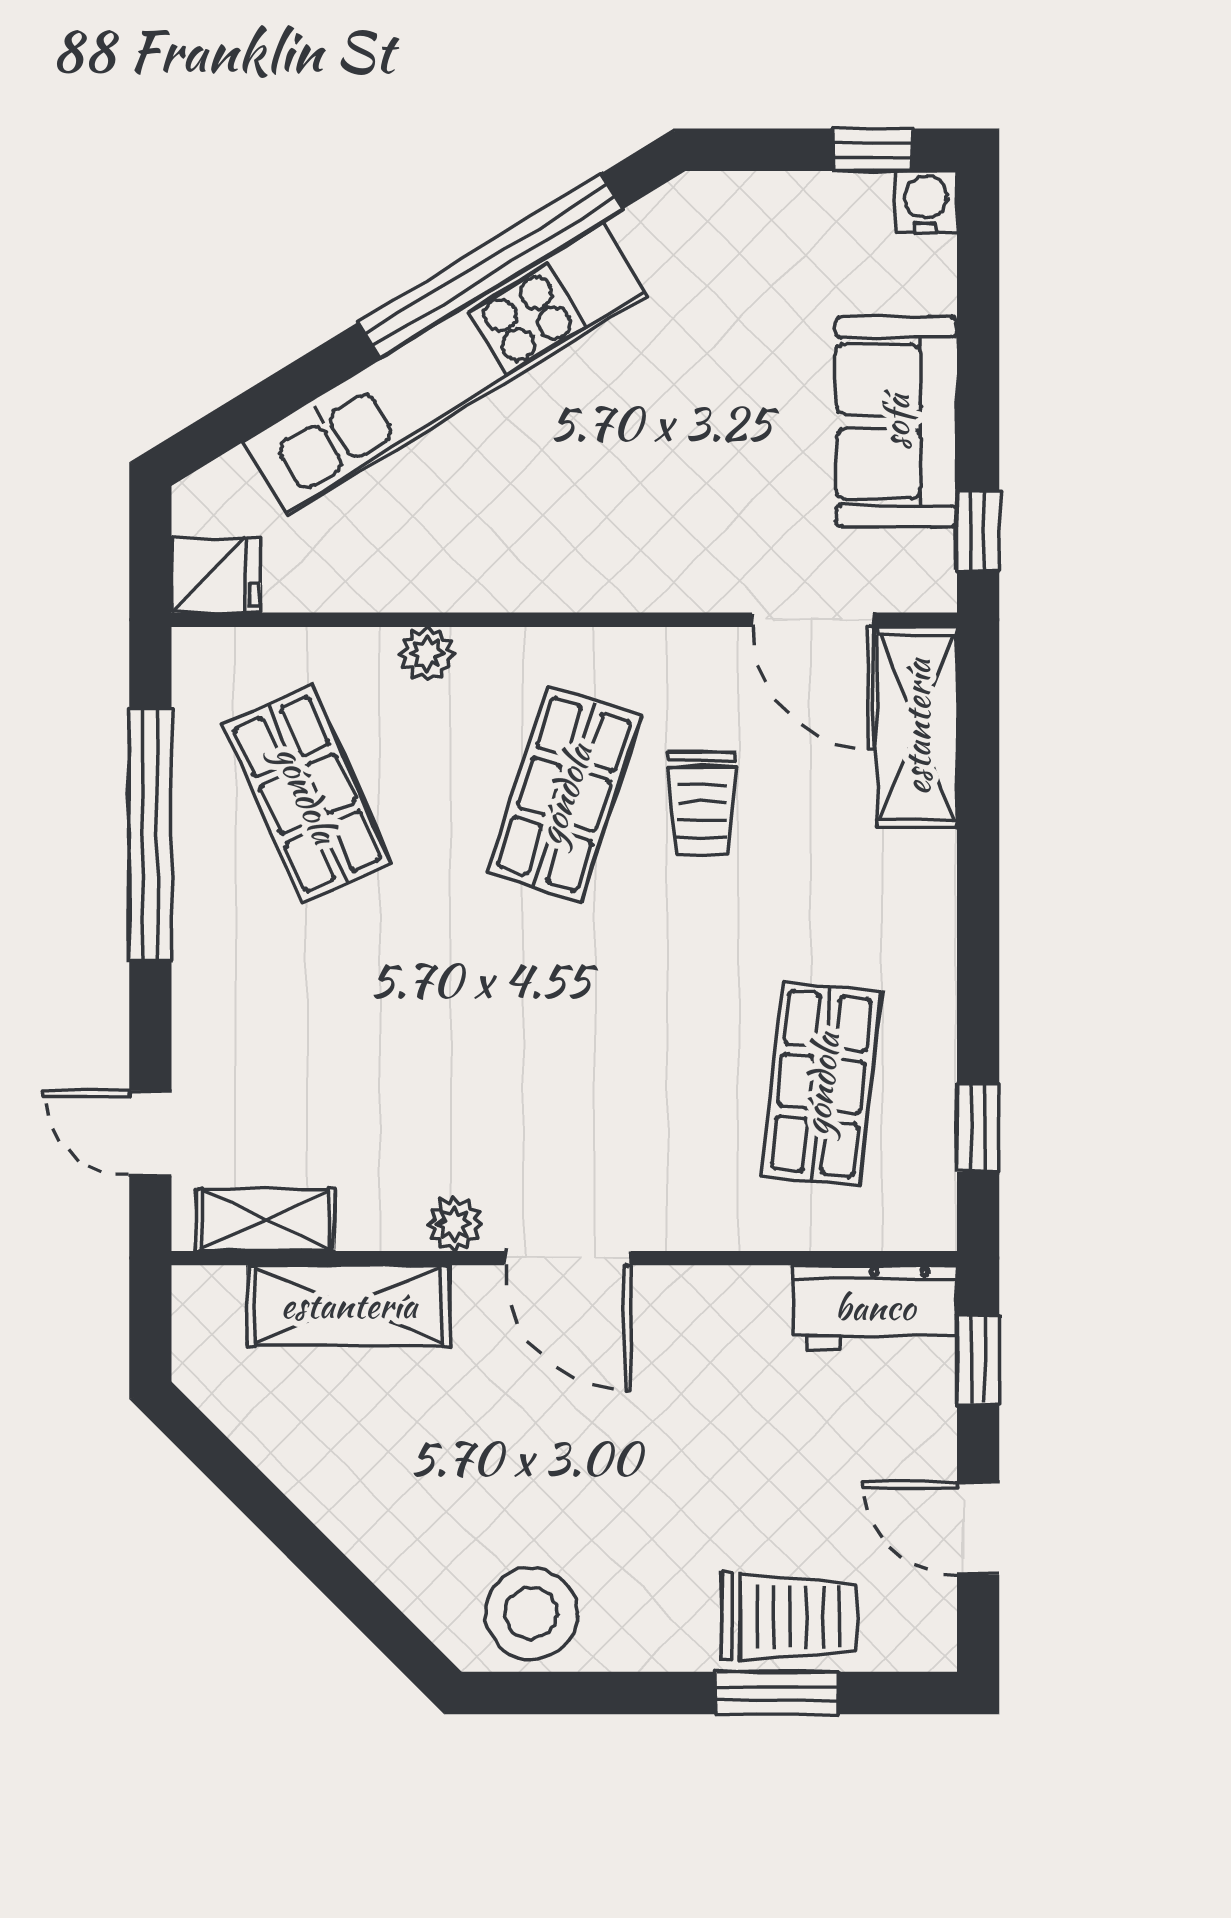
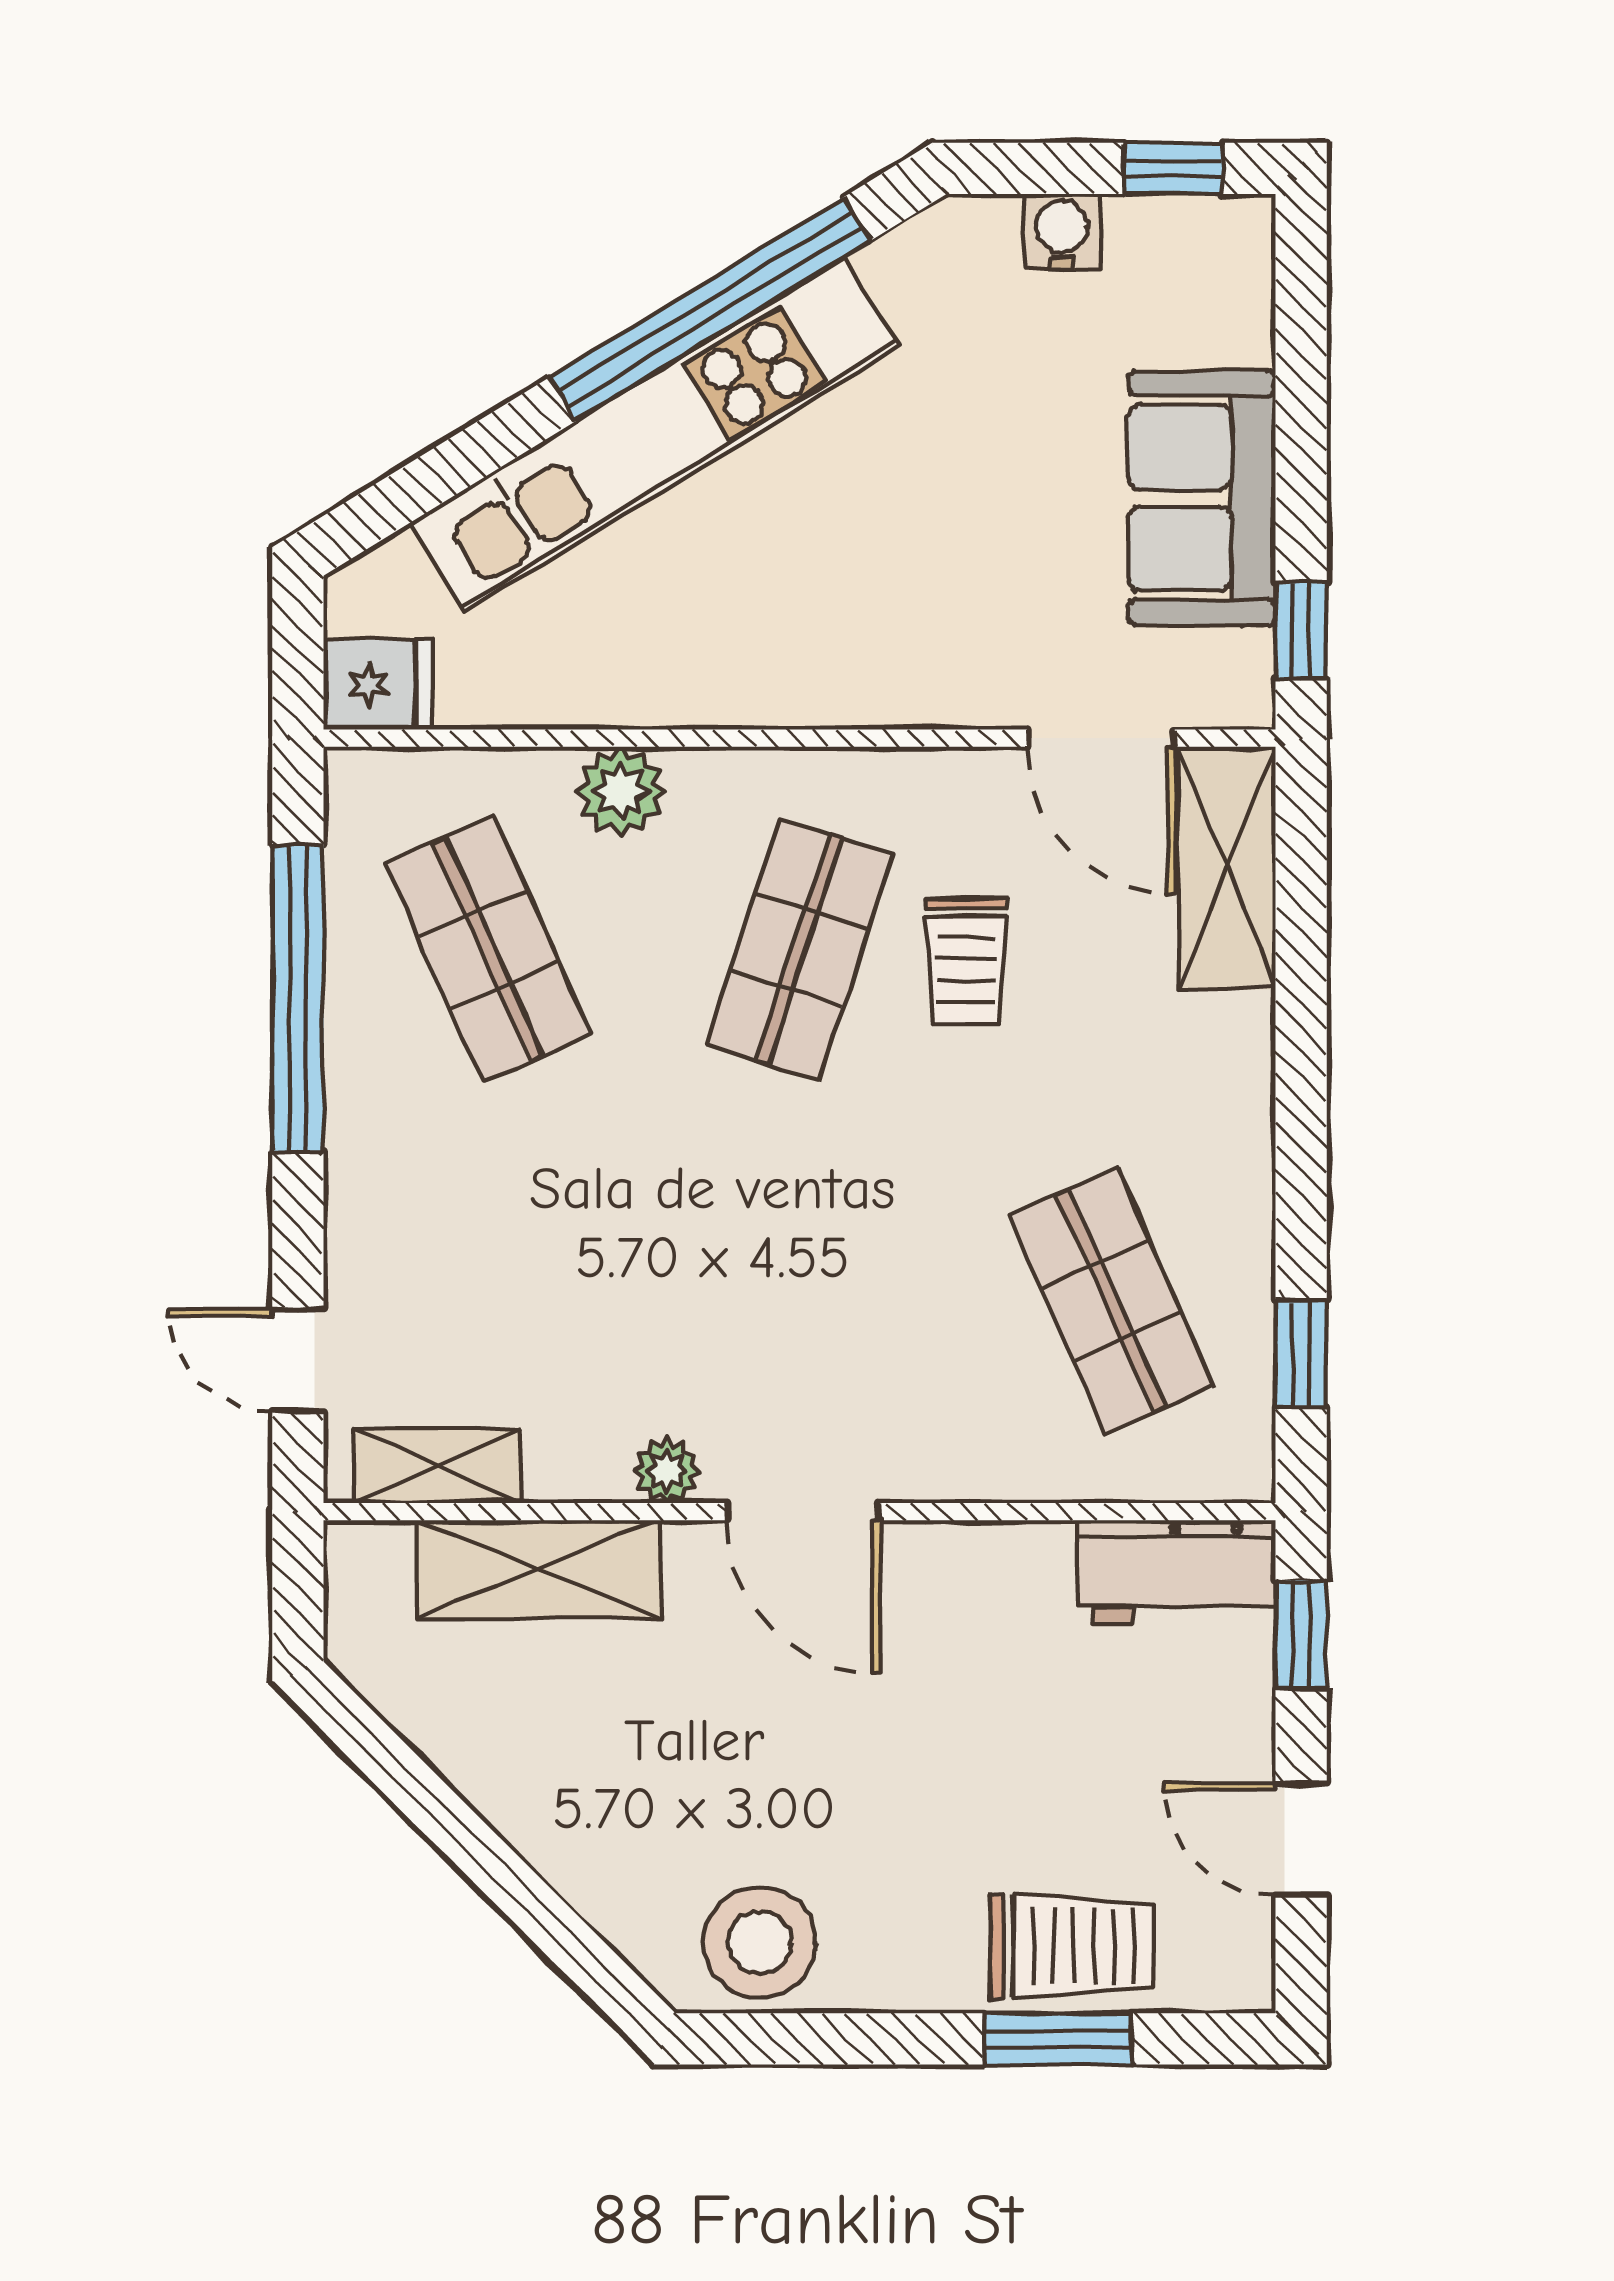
water cooler: (926, 202) -> (1062, 232), moved
plant: (427, 654) -> (621, 791), width x1.38, depth x1.38
shop shelf: (821, 1084) -> (1111, 1301), turned -30

